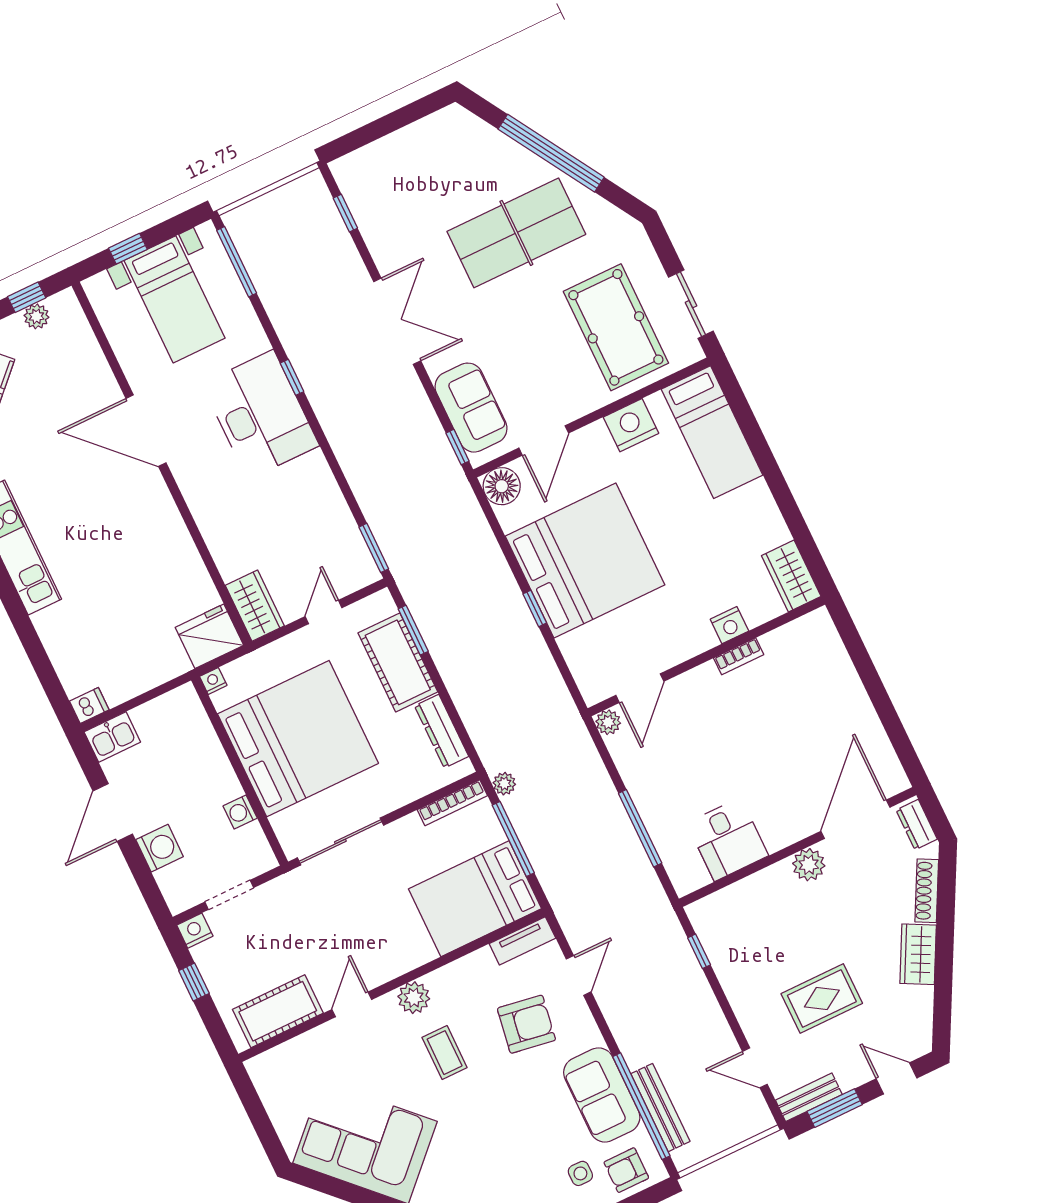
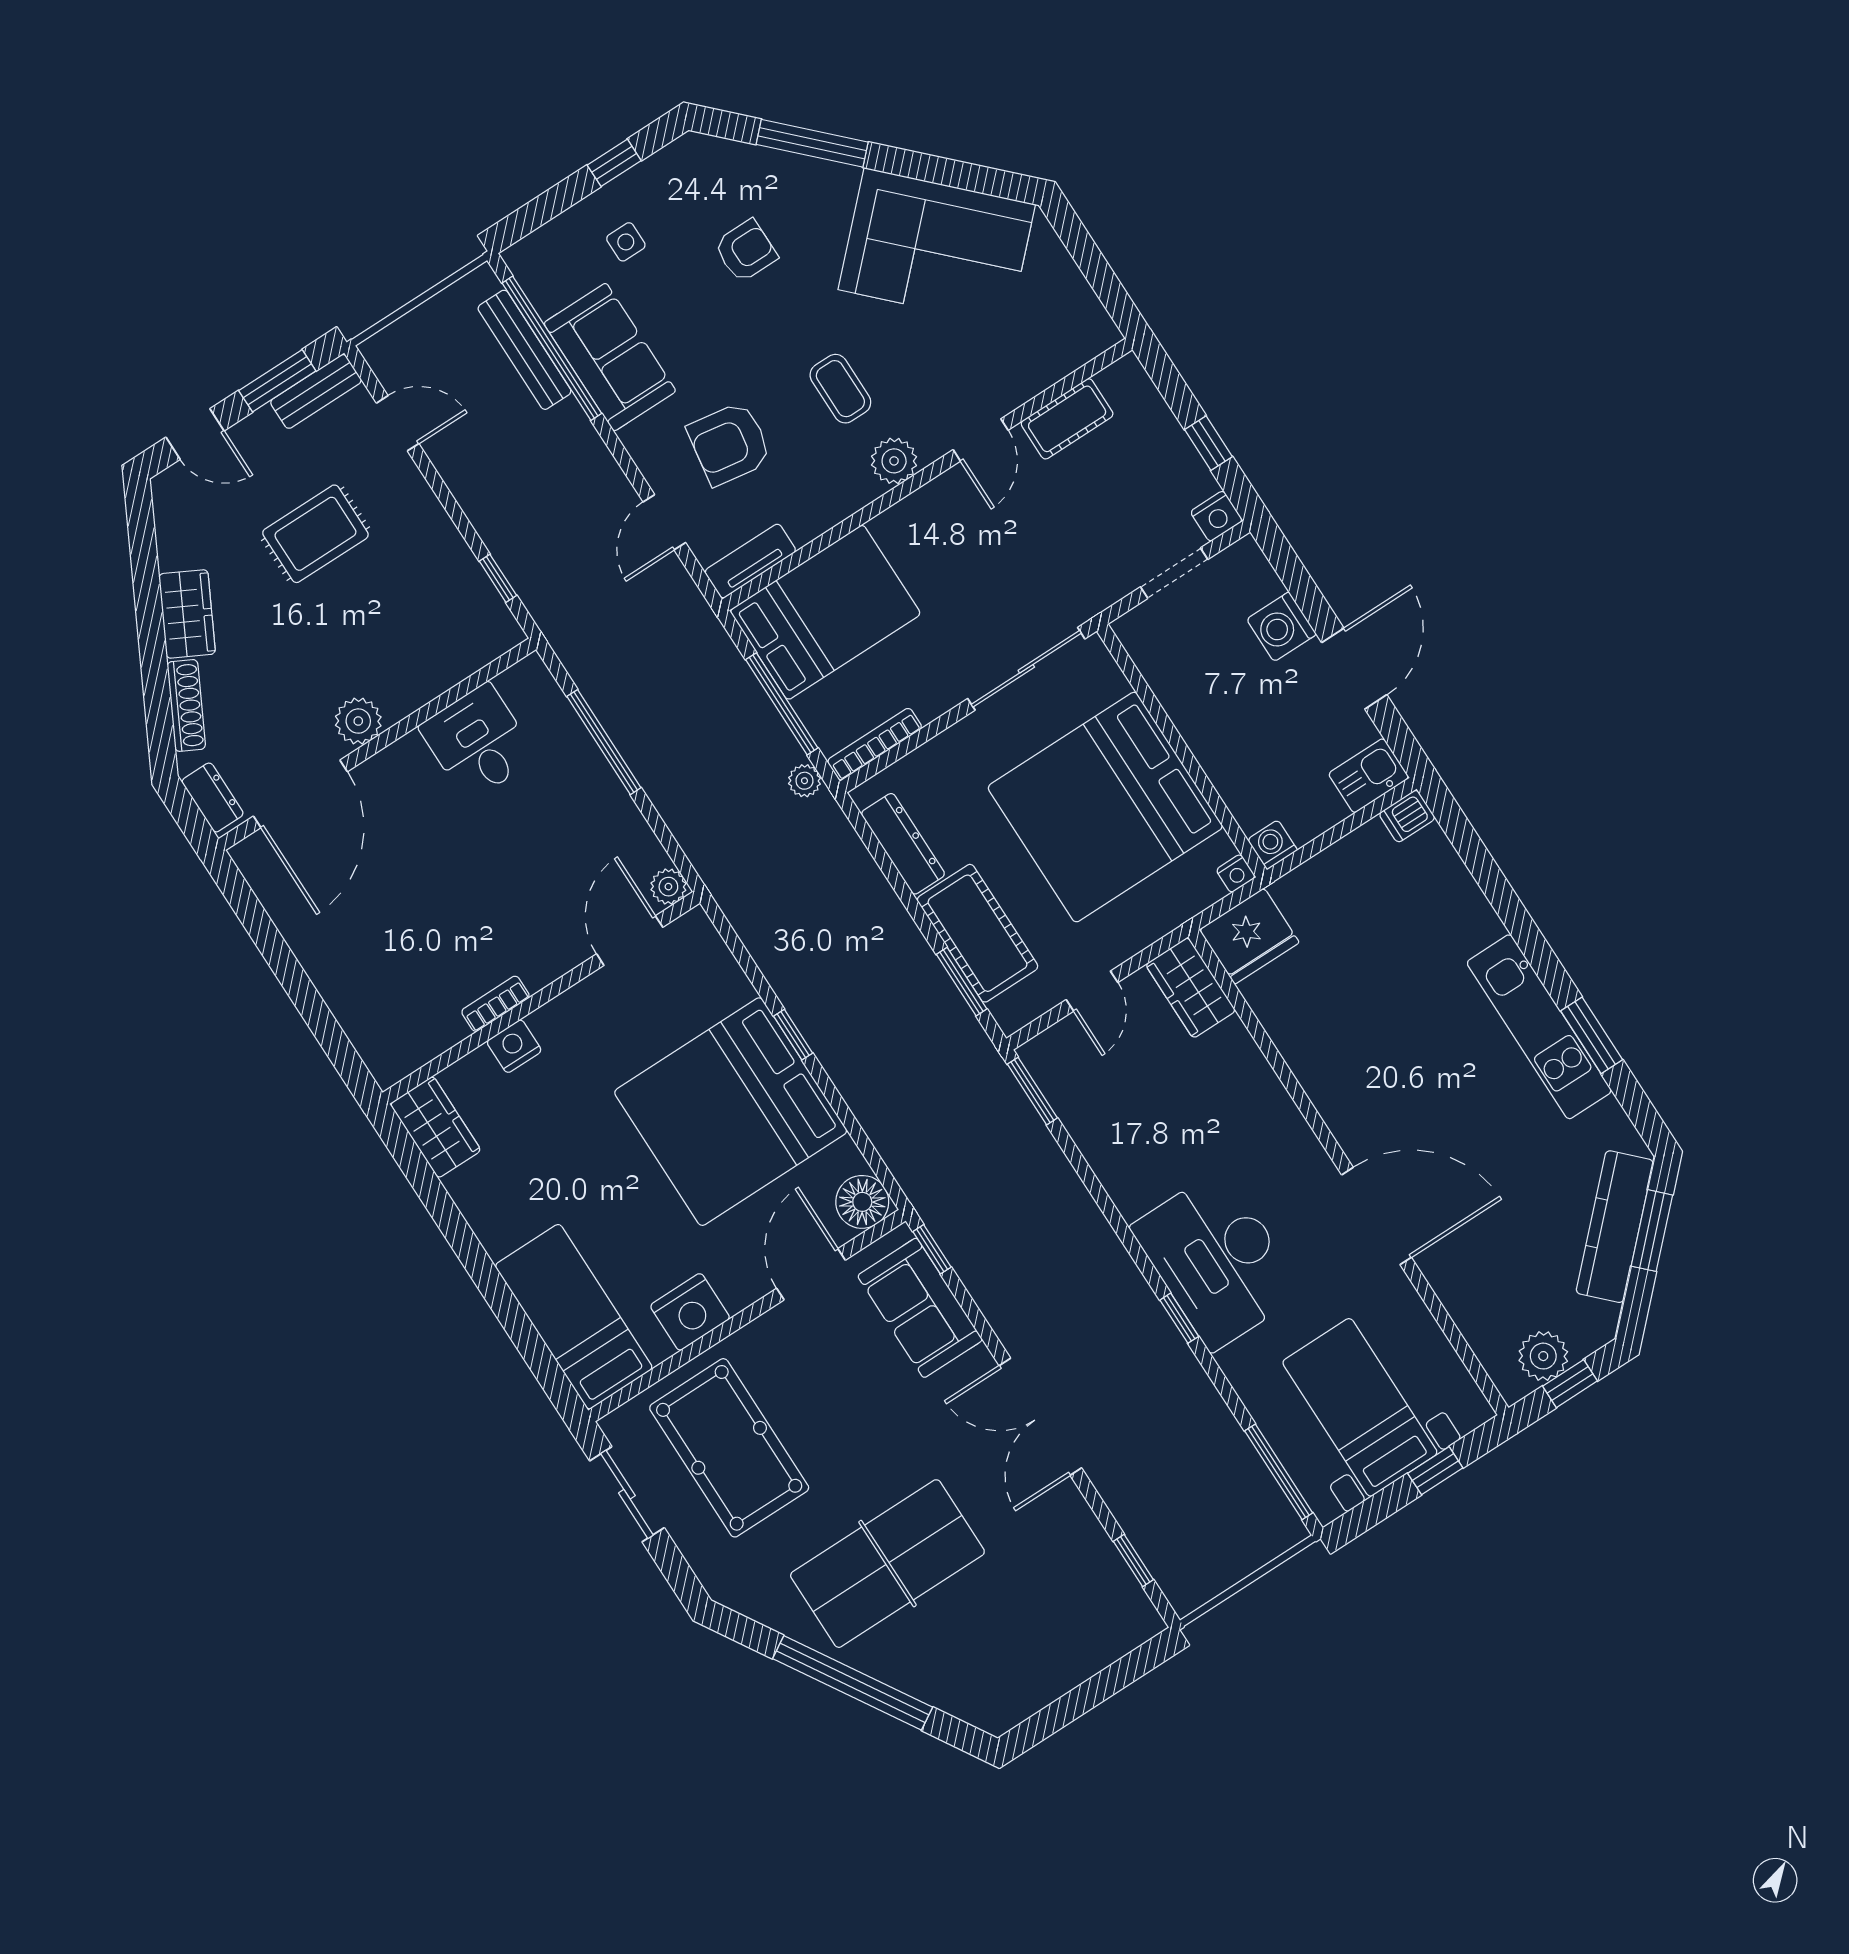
plant: (36, 316) -> (1543, 1356), width x1.38, depth x1.38
washing machine: (240, 812) -> (1272, 845), moved, turned -90
cot: (278, 1011) -> (1067, 419), width x0.73, depth x0.75
armchair: (626, 1170) -> (746, 251), moved

